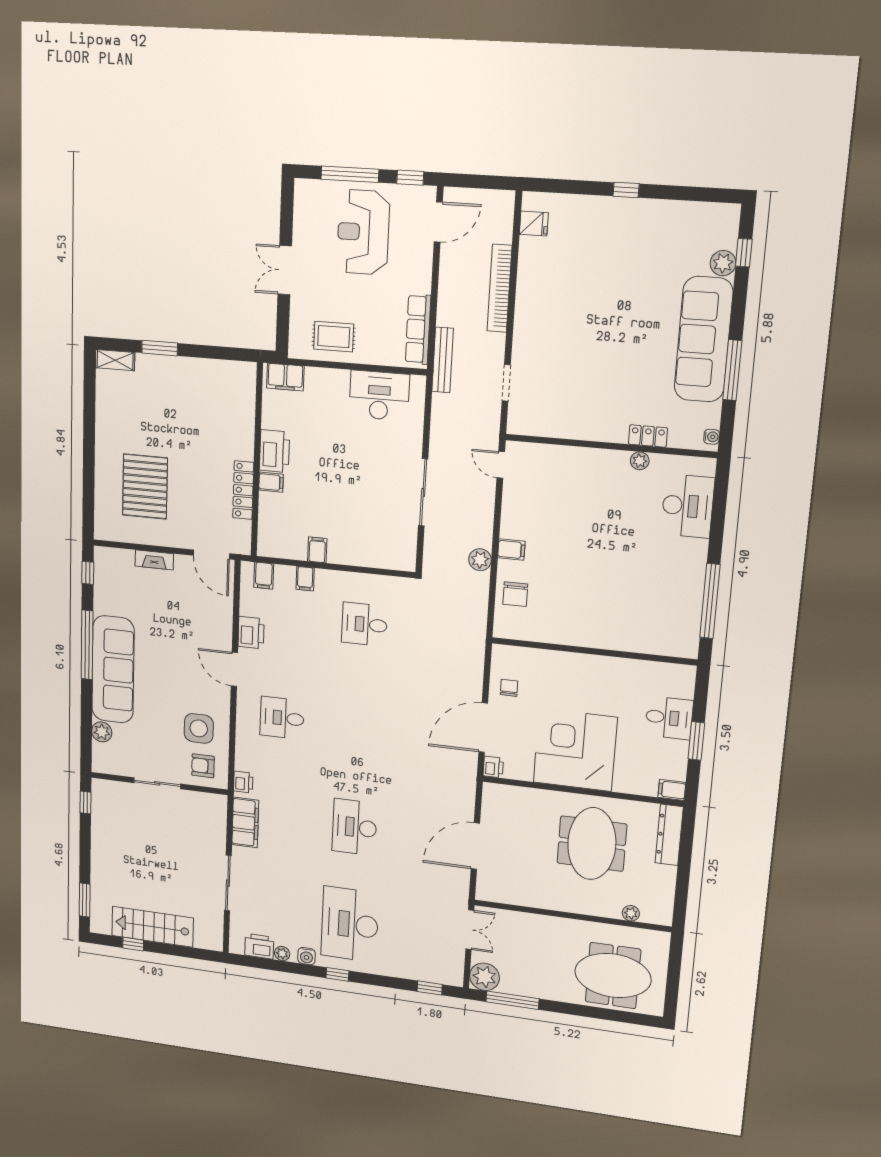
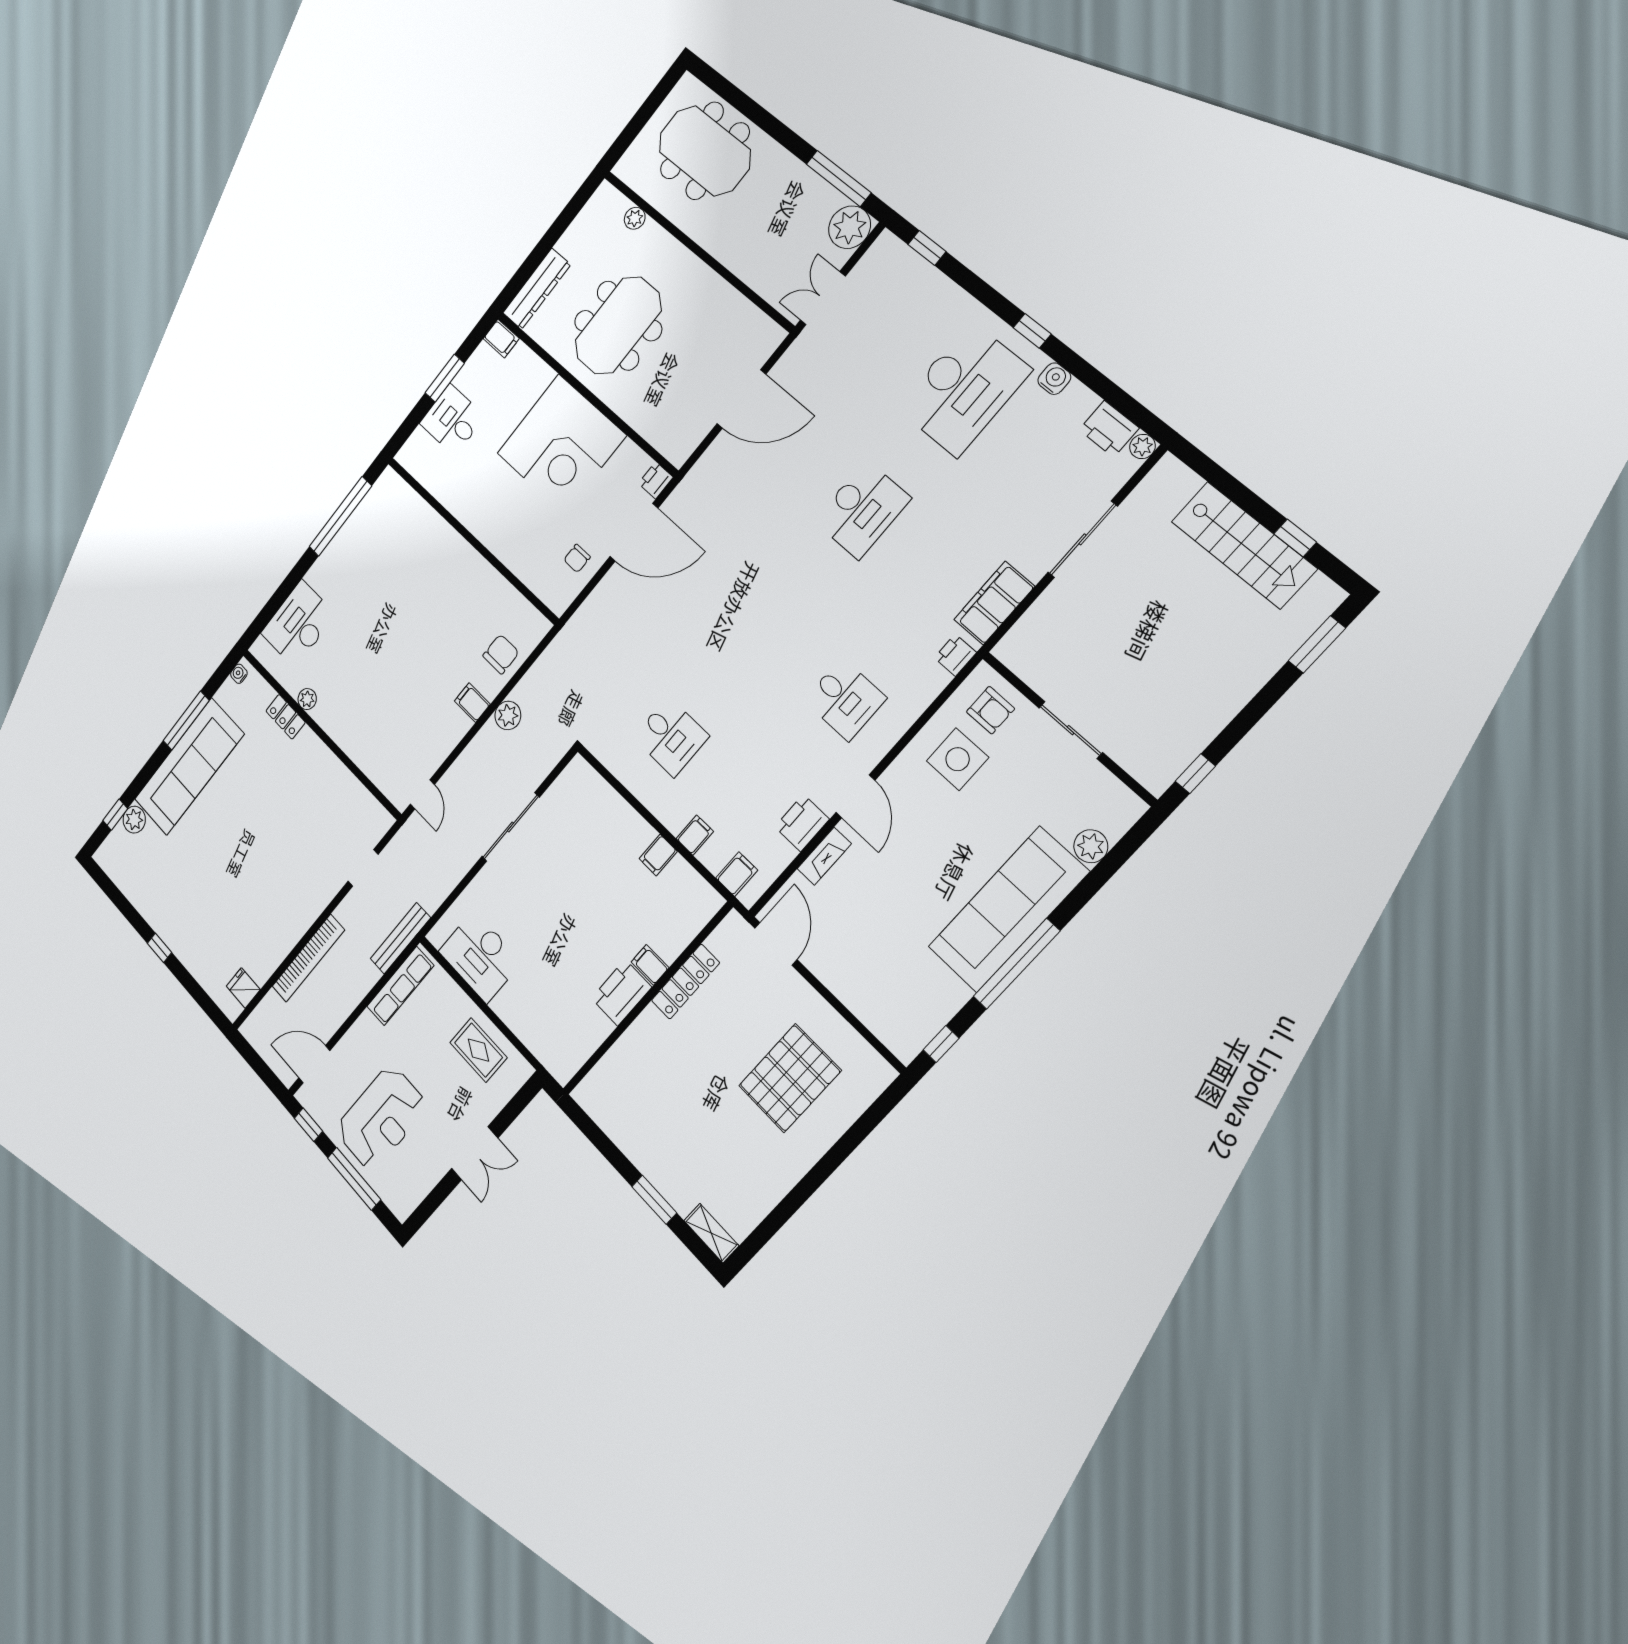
filing cabinet: (285, 377) -> (553, 1055), removed
fireplace: (154, 560) -> (824, 856), moved, turned 90
plant: (282, 954) -> (1142, 446), moved

